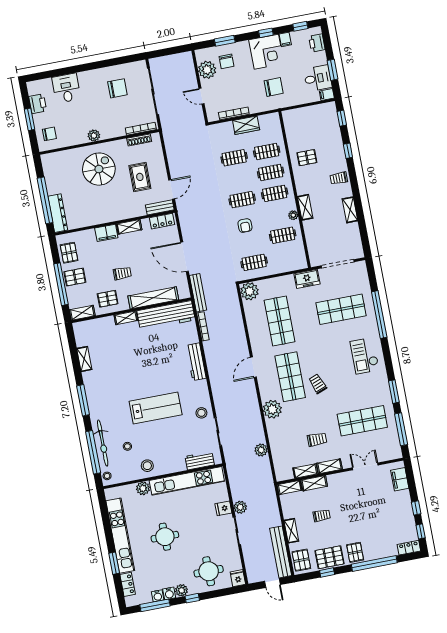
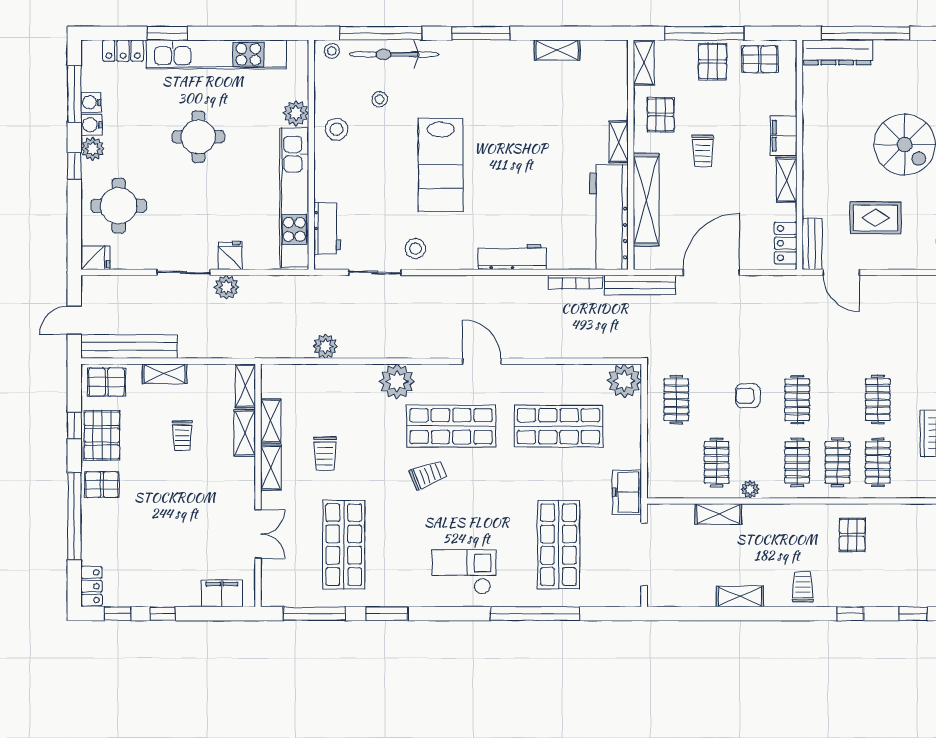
shelving: (305, 207) -> (718, 514), moved

